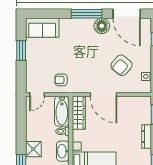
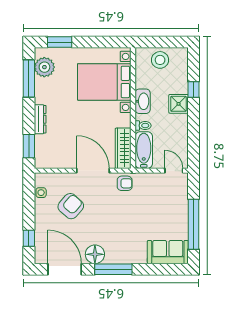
window: (21, 51) -> (194, 224), width x2.11
armchair: (61, 80) -> (125, 183), moved
door: (37, 94) -> (174, 171), hinge flipped

